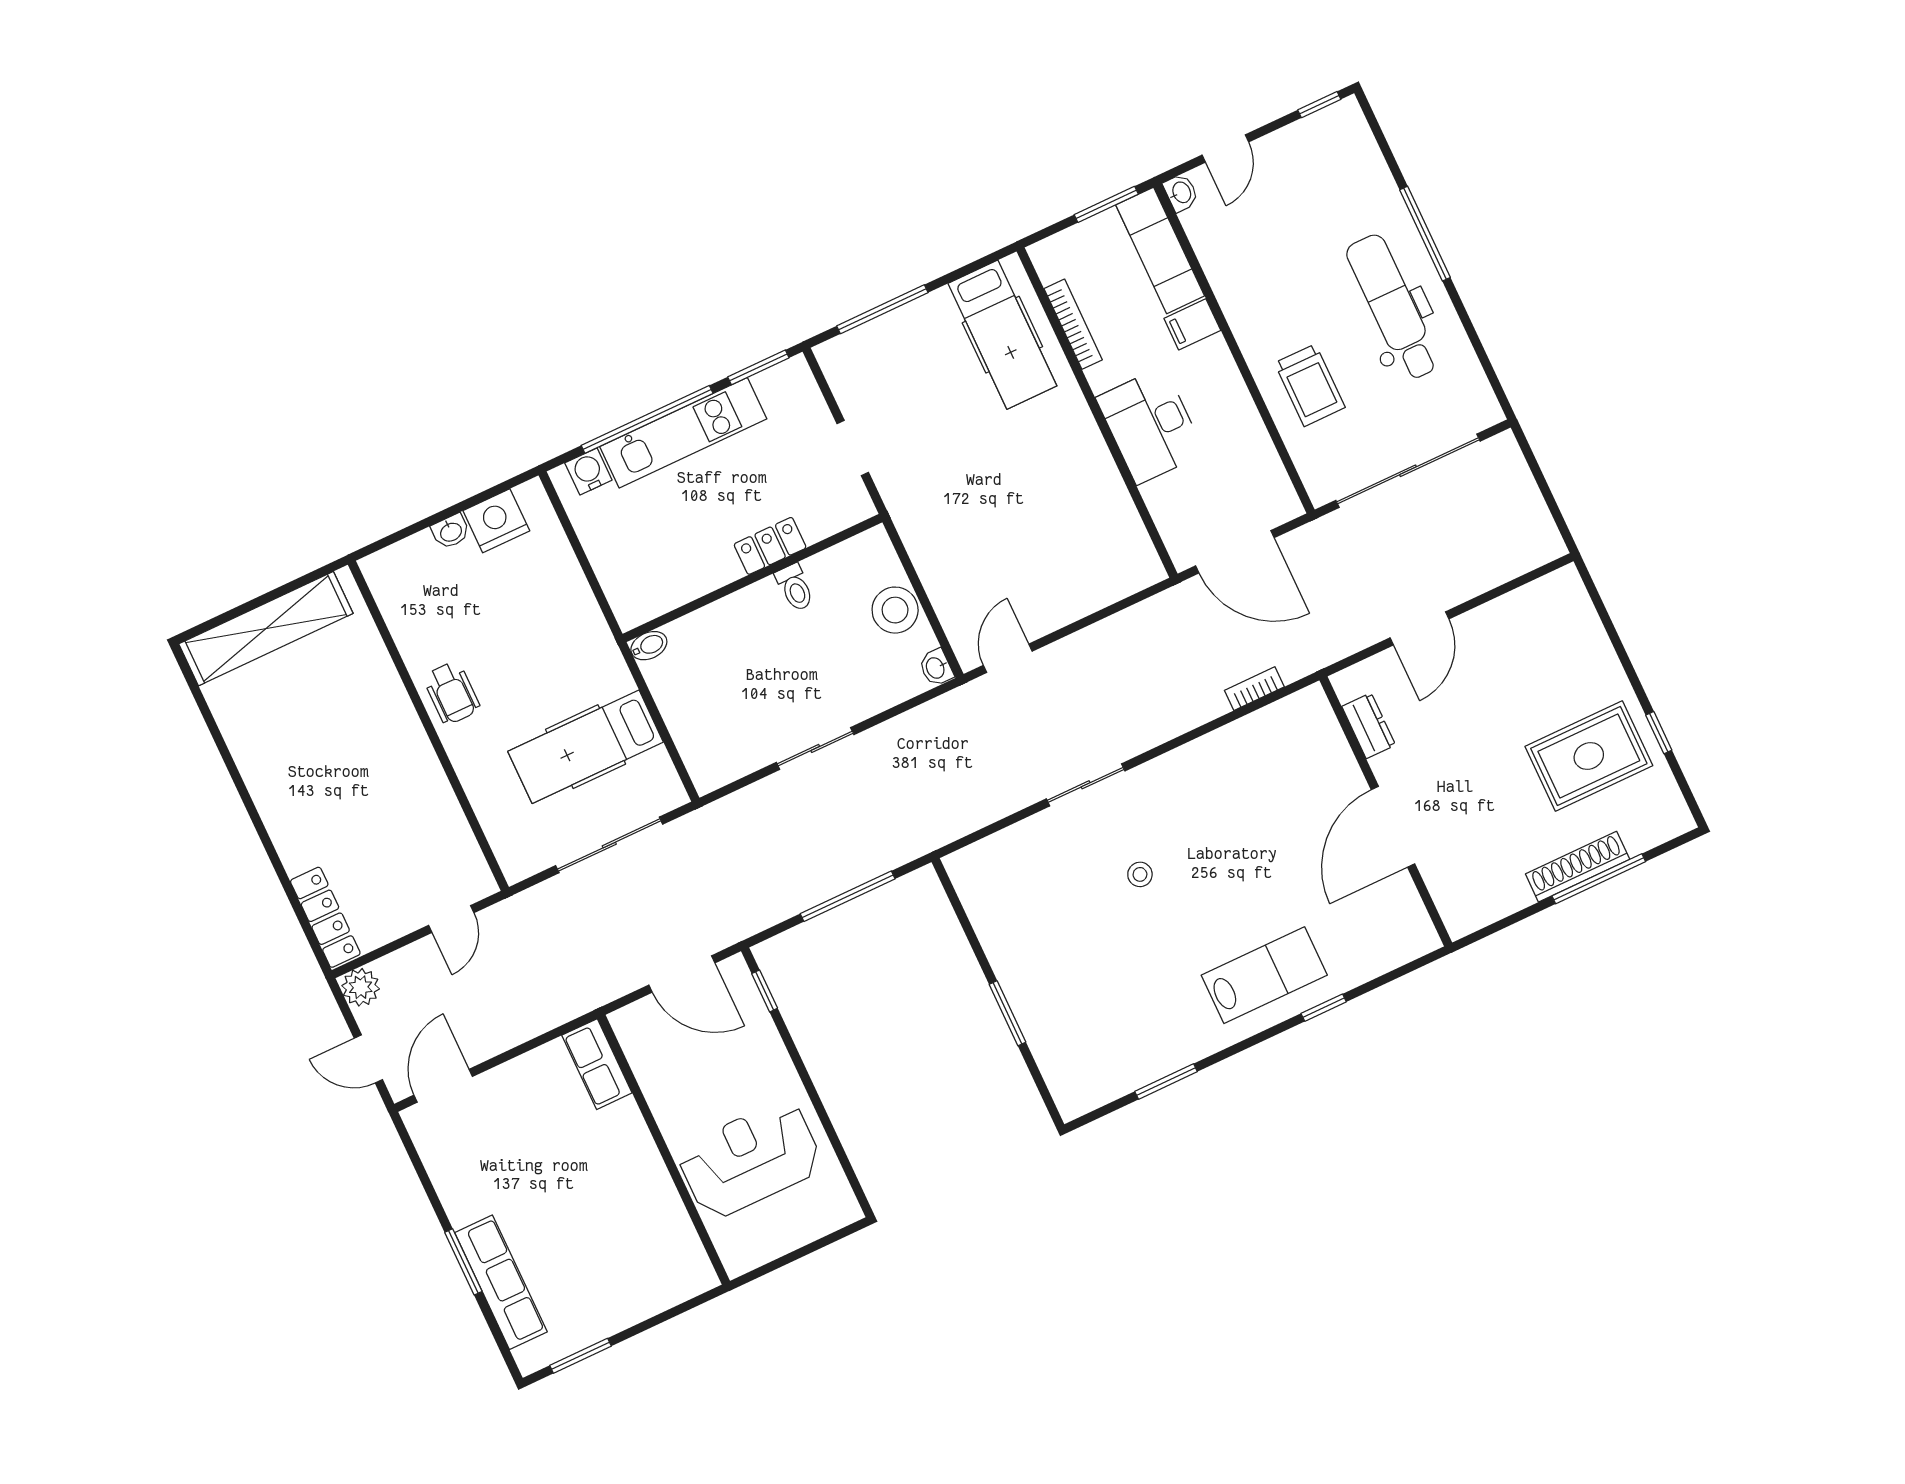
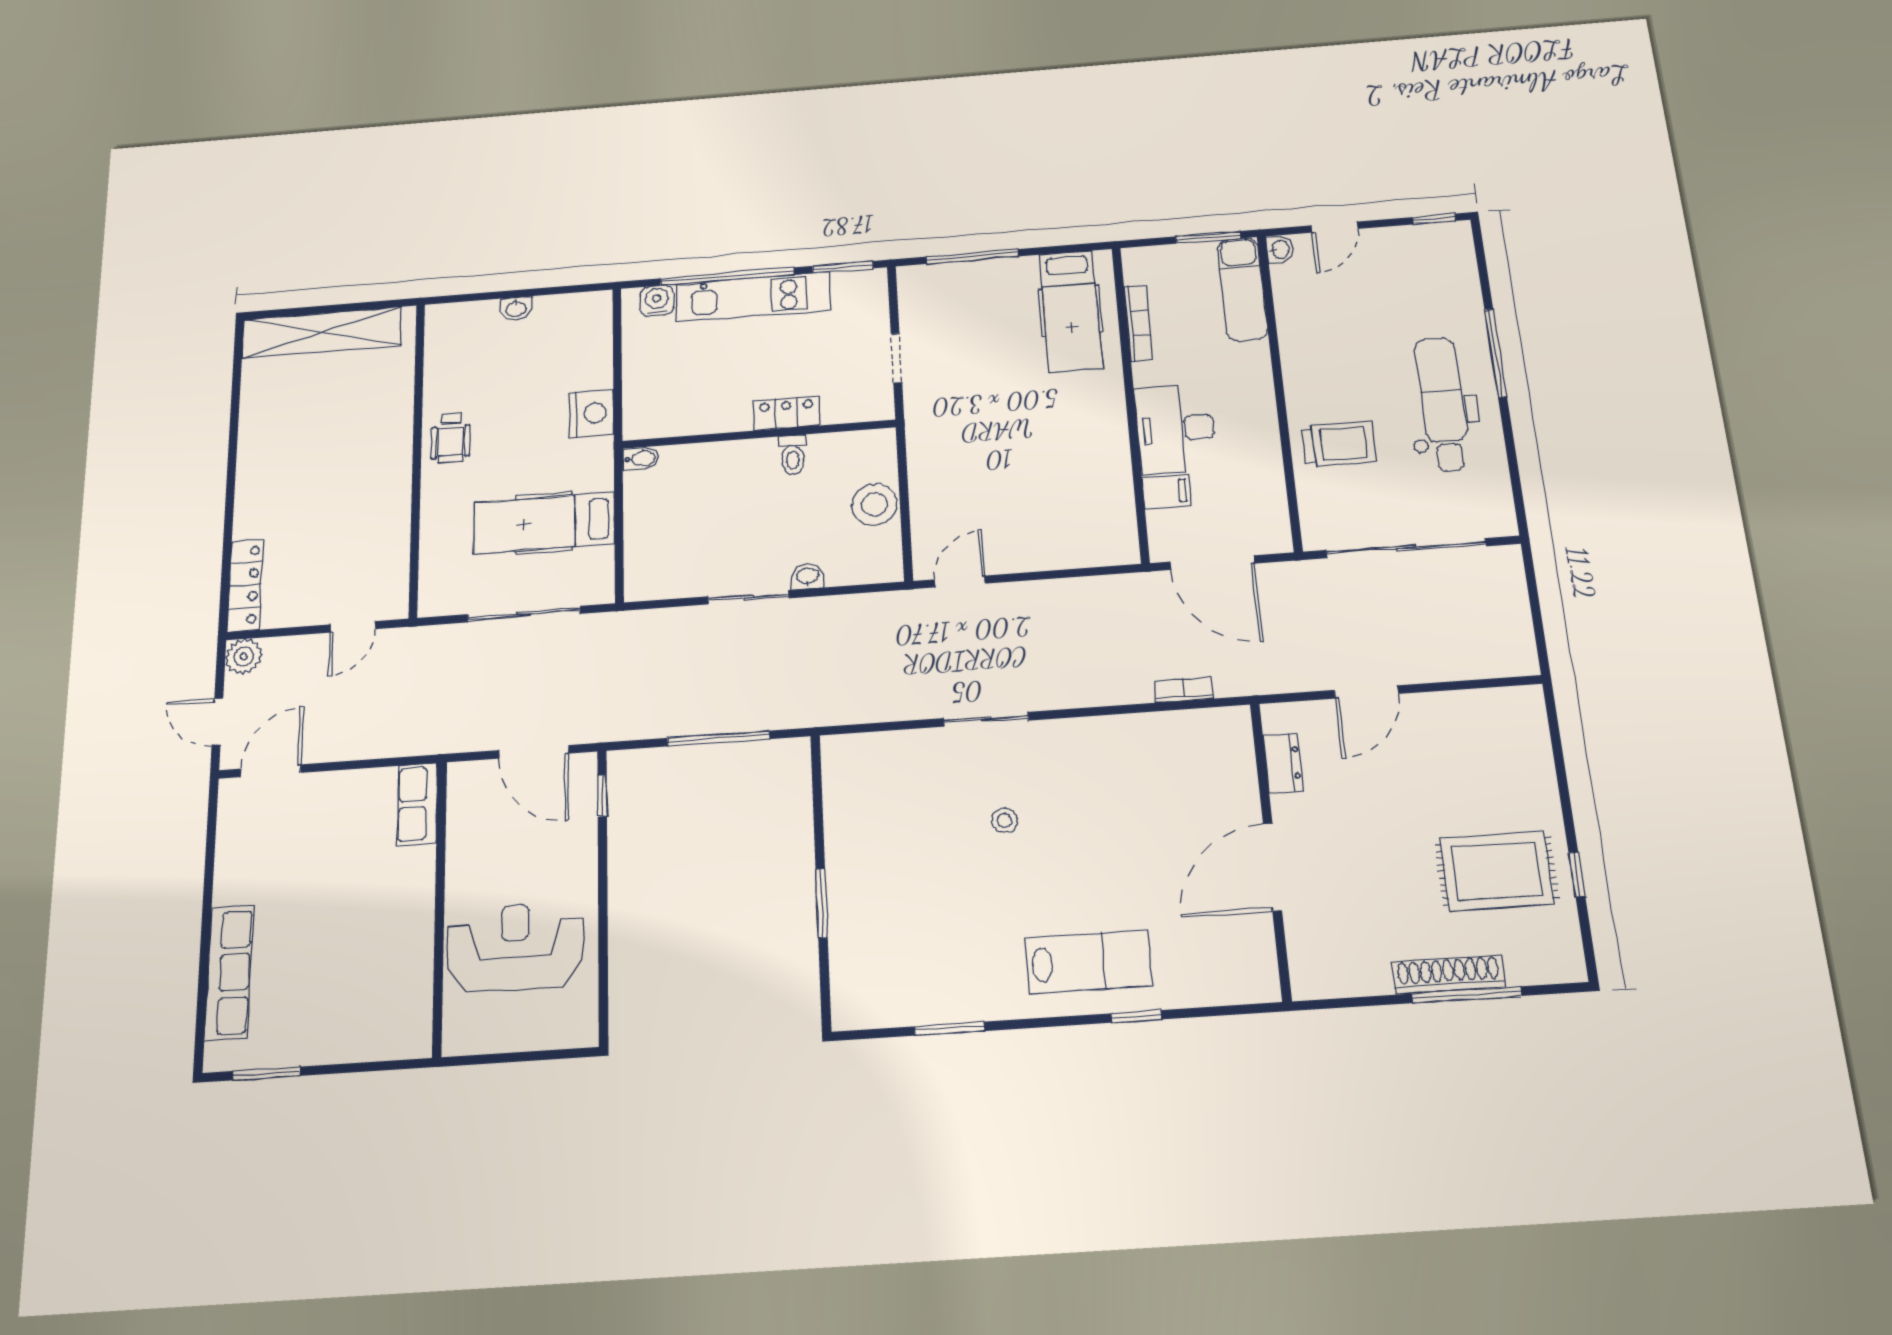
filing cabinet: (1192, 324) -> (1167, 492), moved, turned 180
trolley: (1310, 385) -> (1339, 444), turned -90
nightstand: (496, 521) -> (591, 413), moved, turned 90
washbasin: (936, 668) -> (808, 576), moved, turned 90
window: (463, 1262) -> (205, 939), removed

